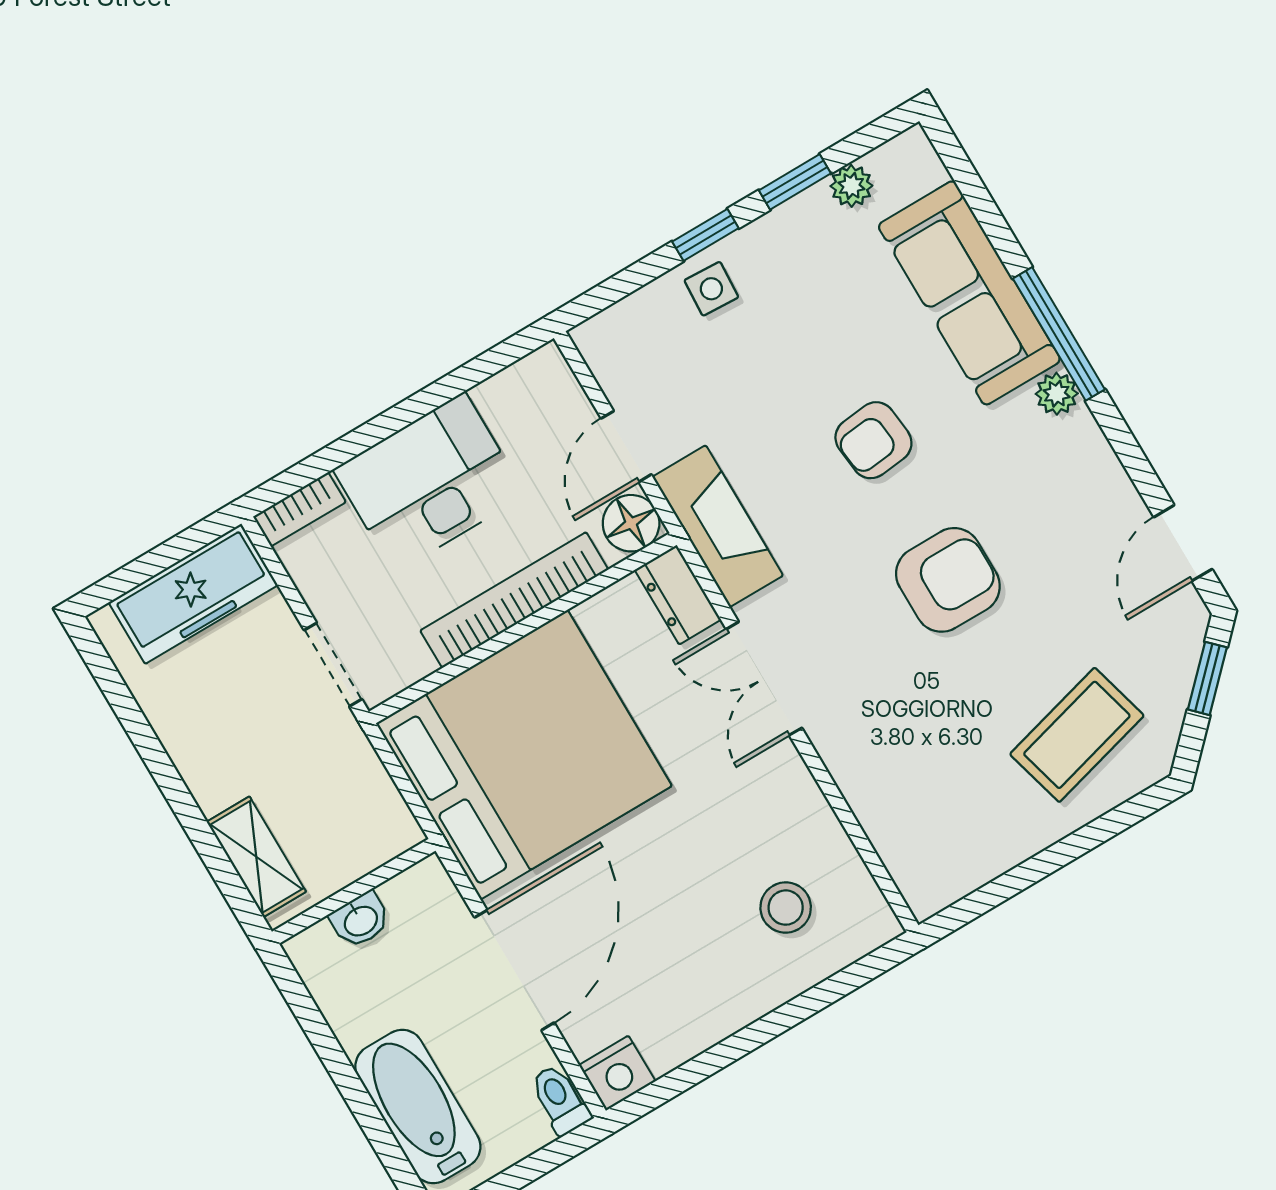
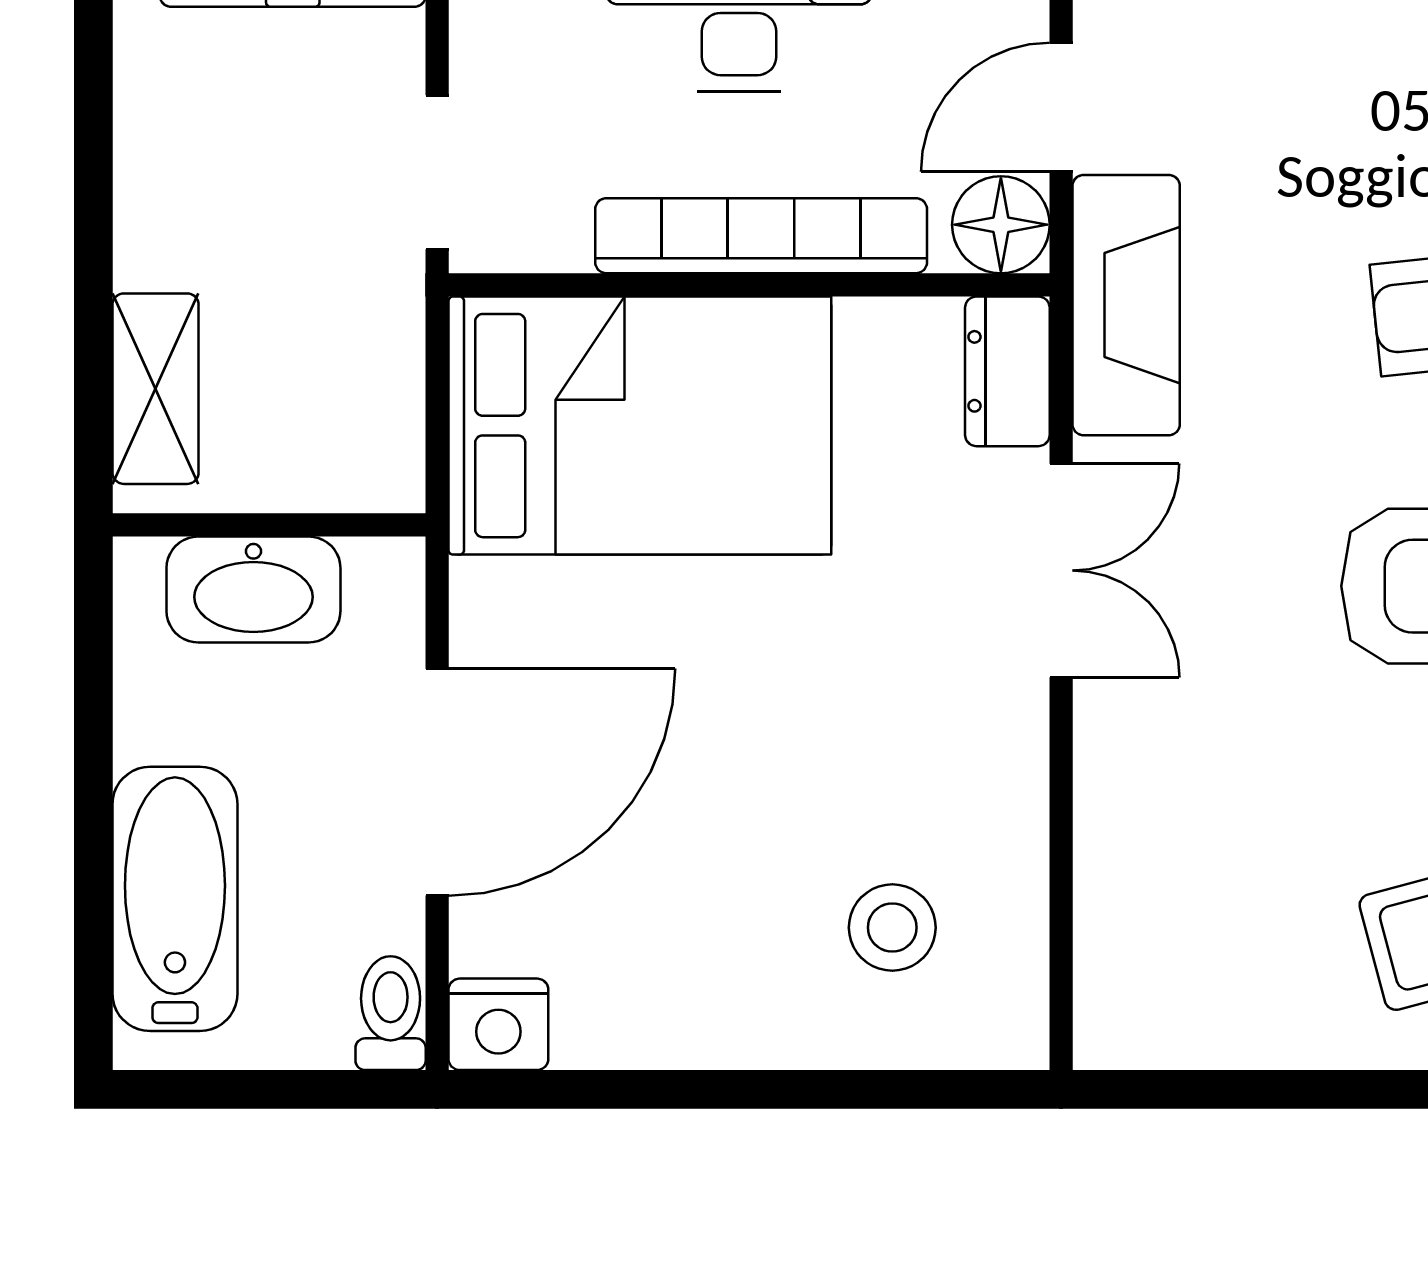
double door: (764, 678) -> (1061, 570), swing flipped
bed: (524, 755) -> (640, 426), width x0.73
washbasin: (360, 920) -> (253, 590), width x1.91, depth x1.45

